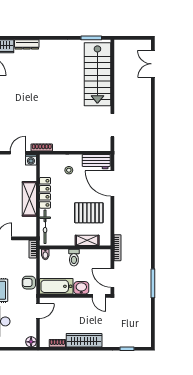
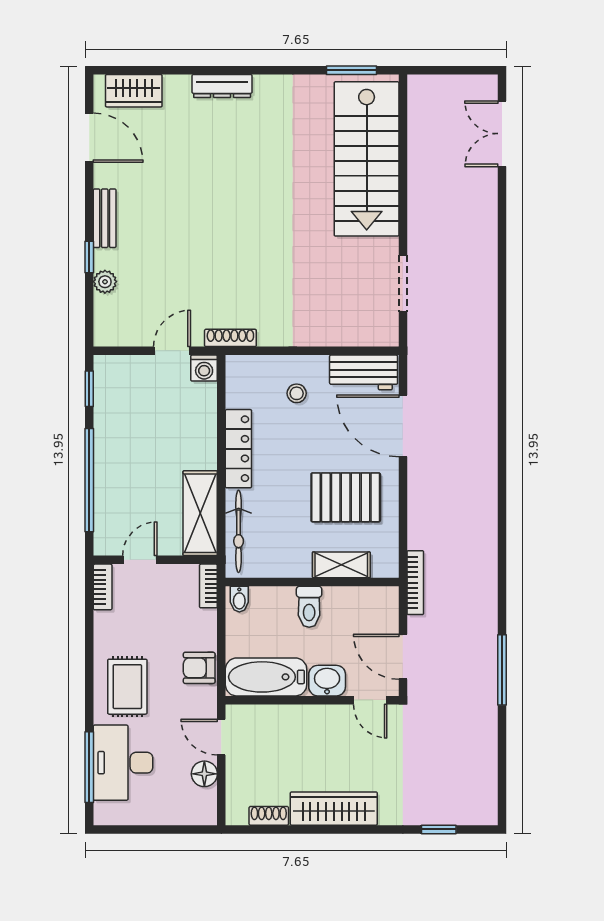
dresser: (27, 44) -> (222, 86), moved
shelving: (29, 199) -> (200, 513), moved
door: (38, 311) -> (221, 737), swing flipped
floor lamp: (31, 342) -> (204, 774), moved

